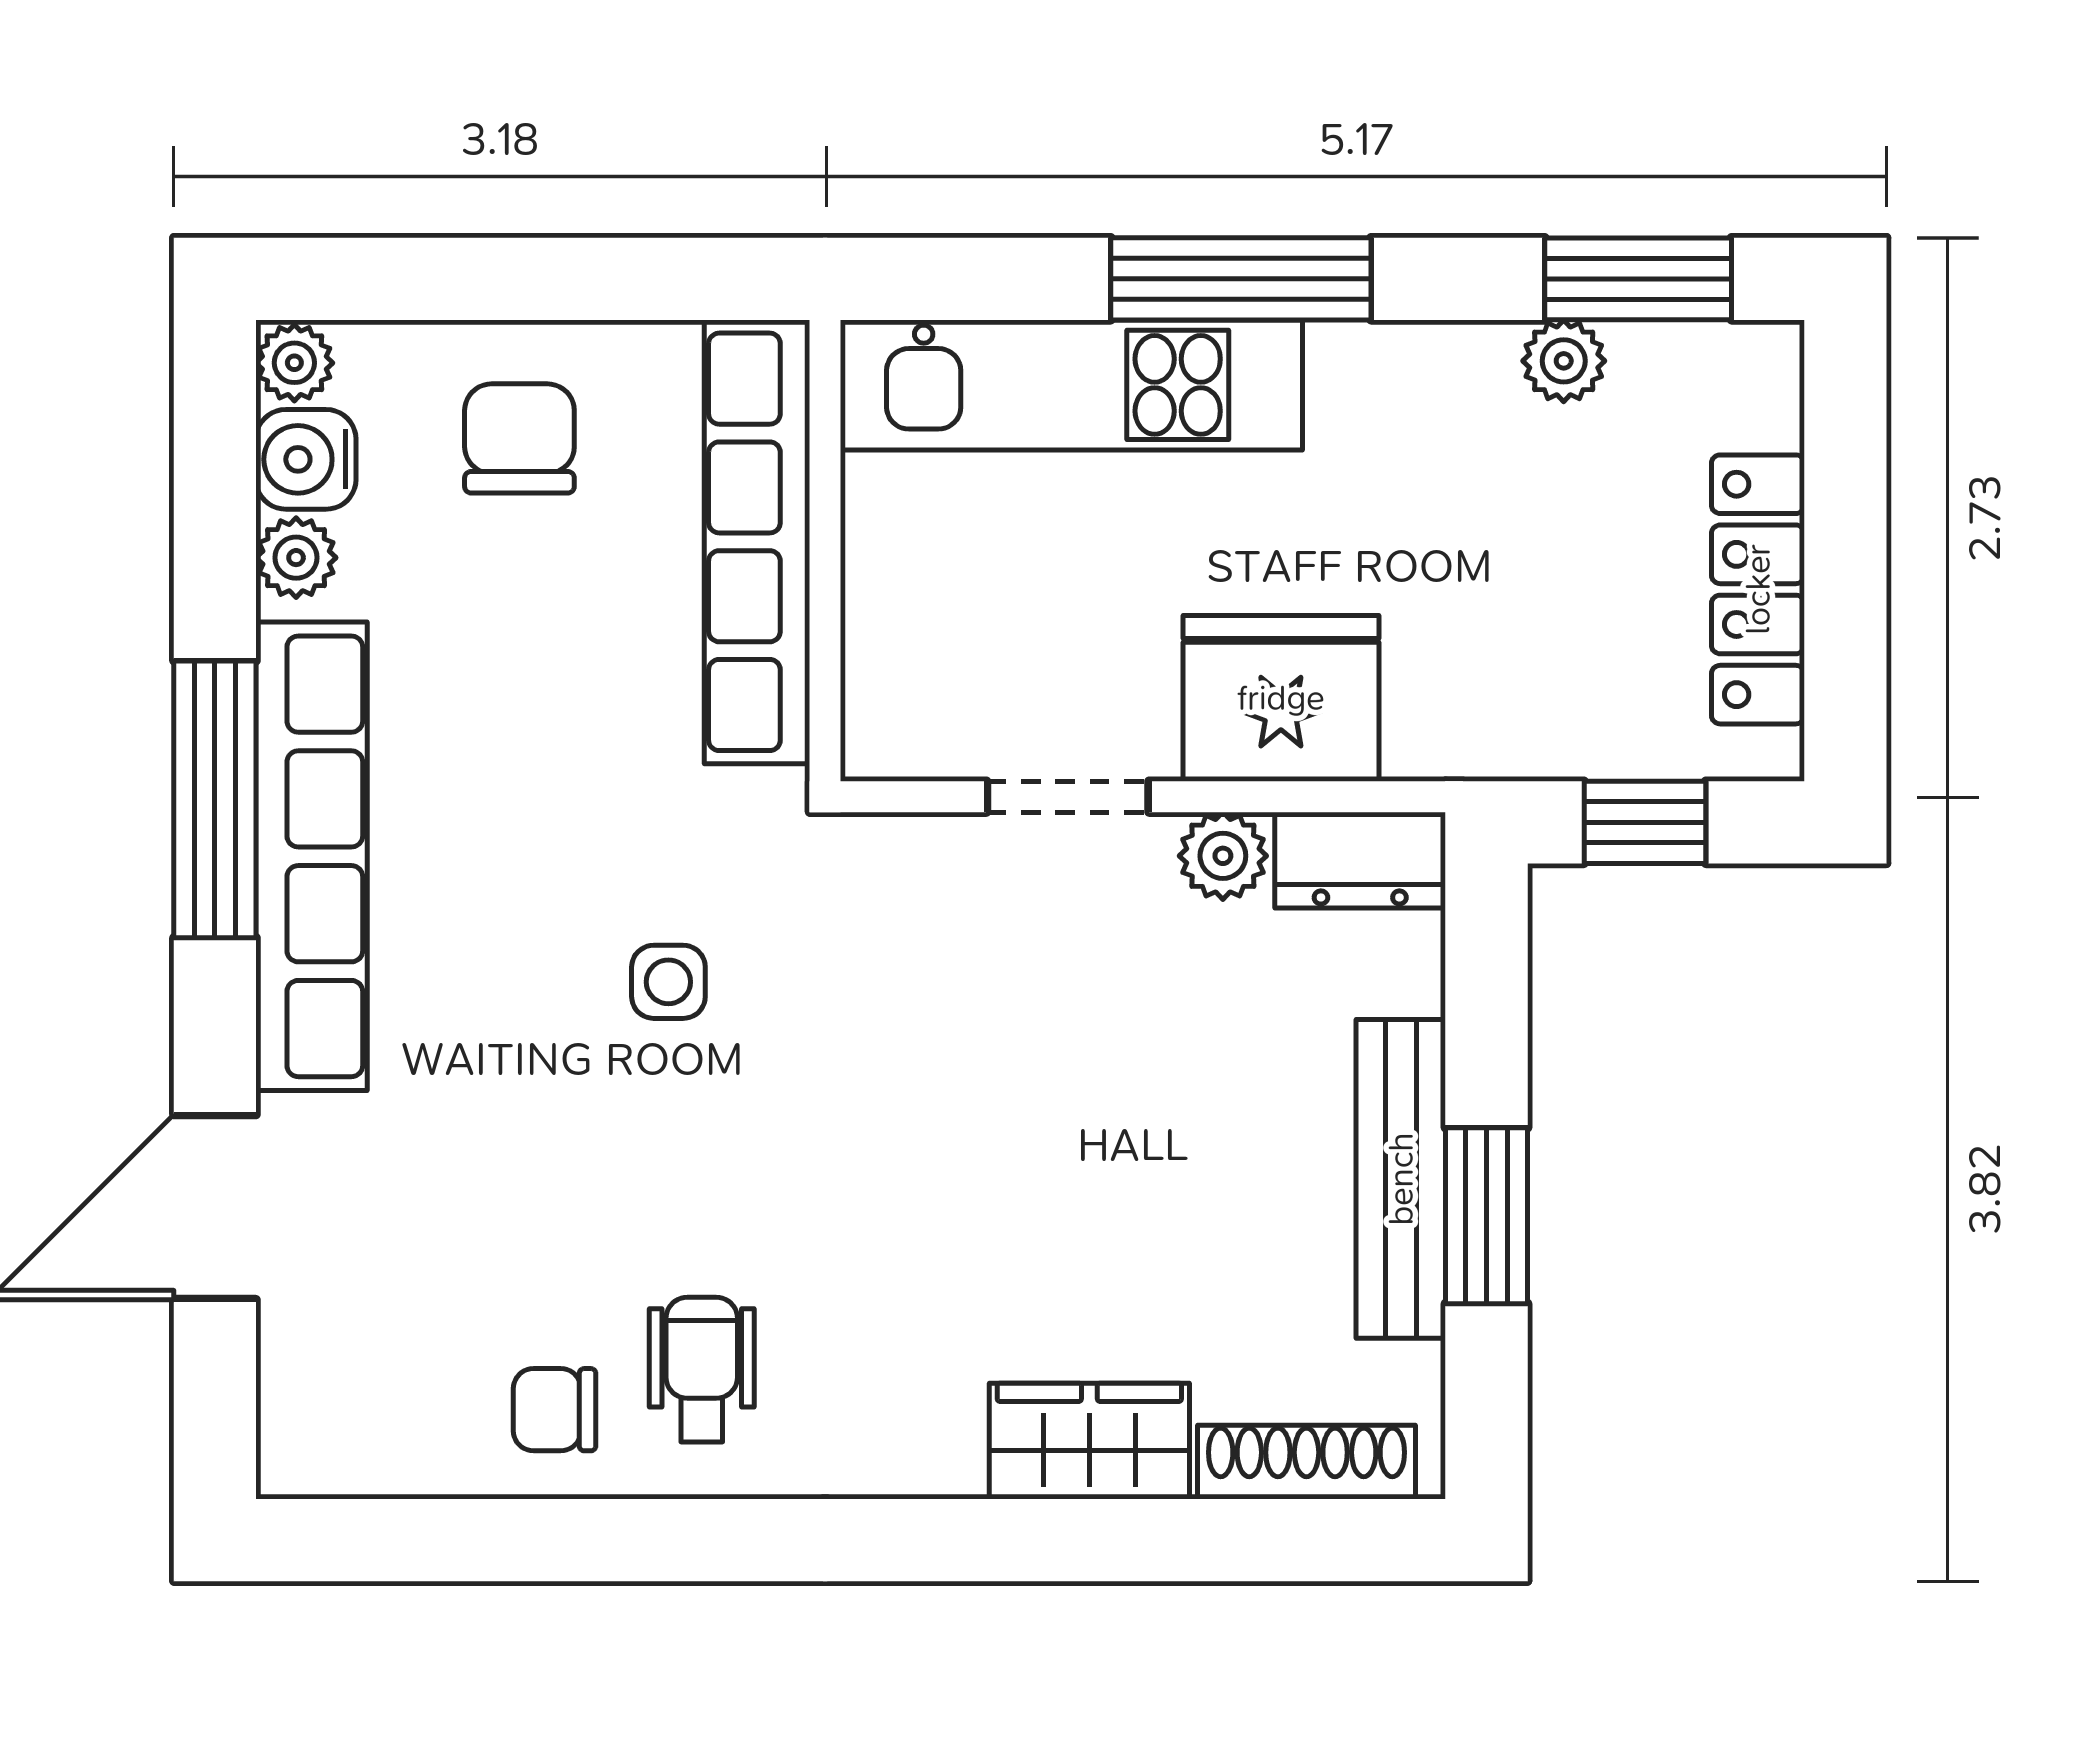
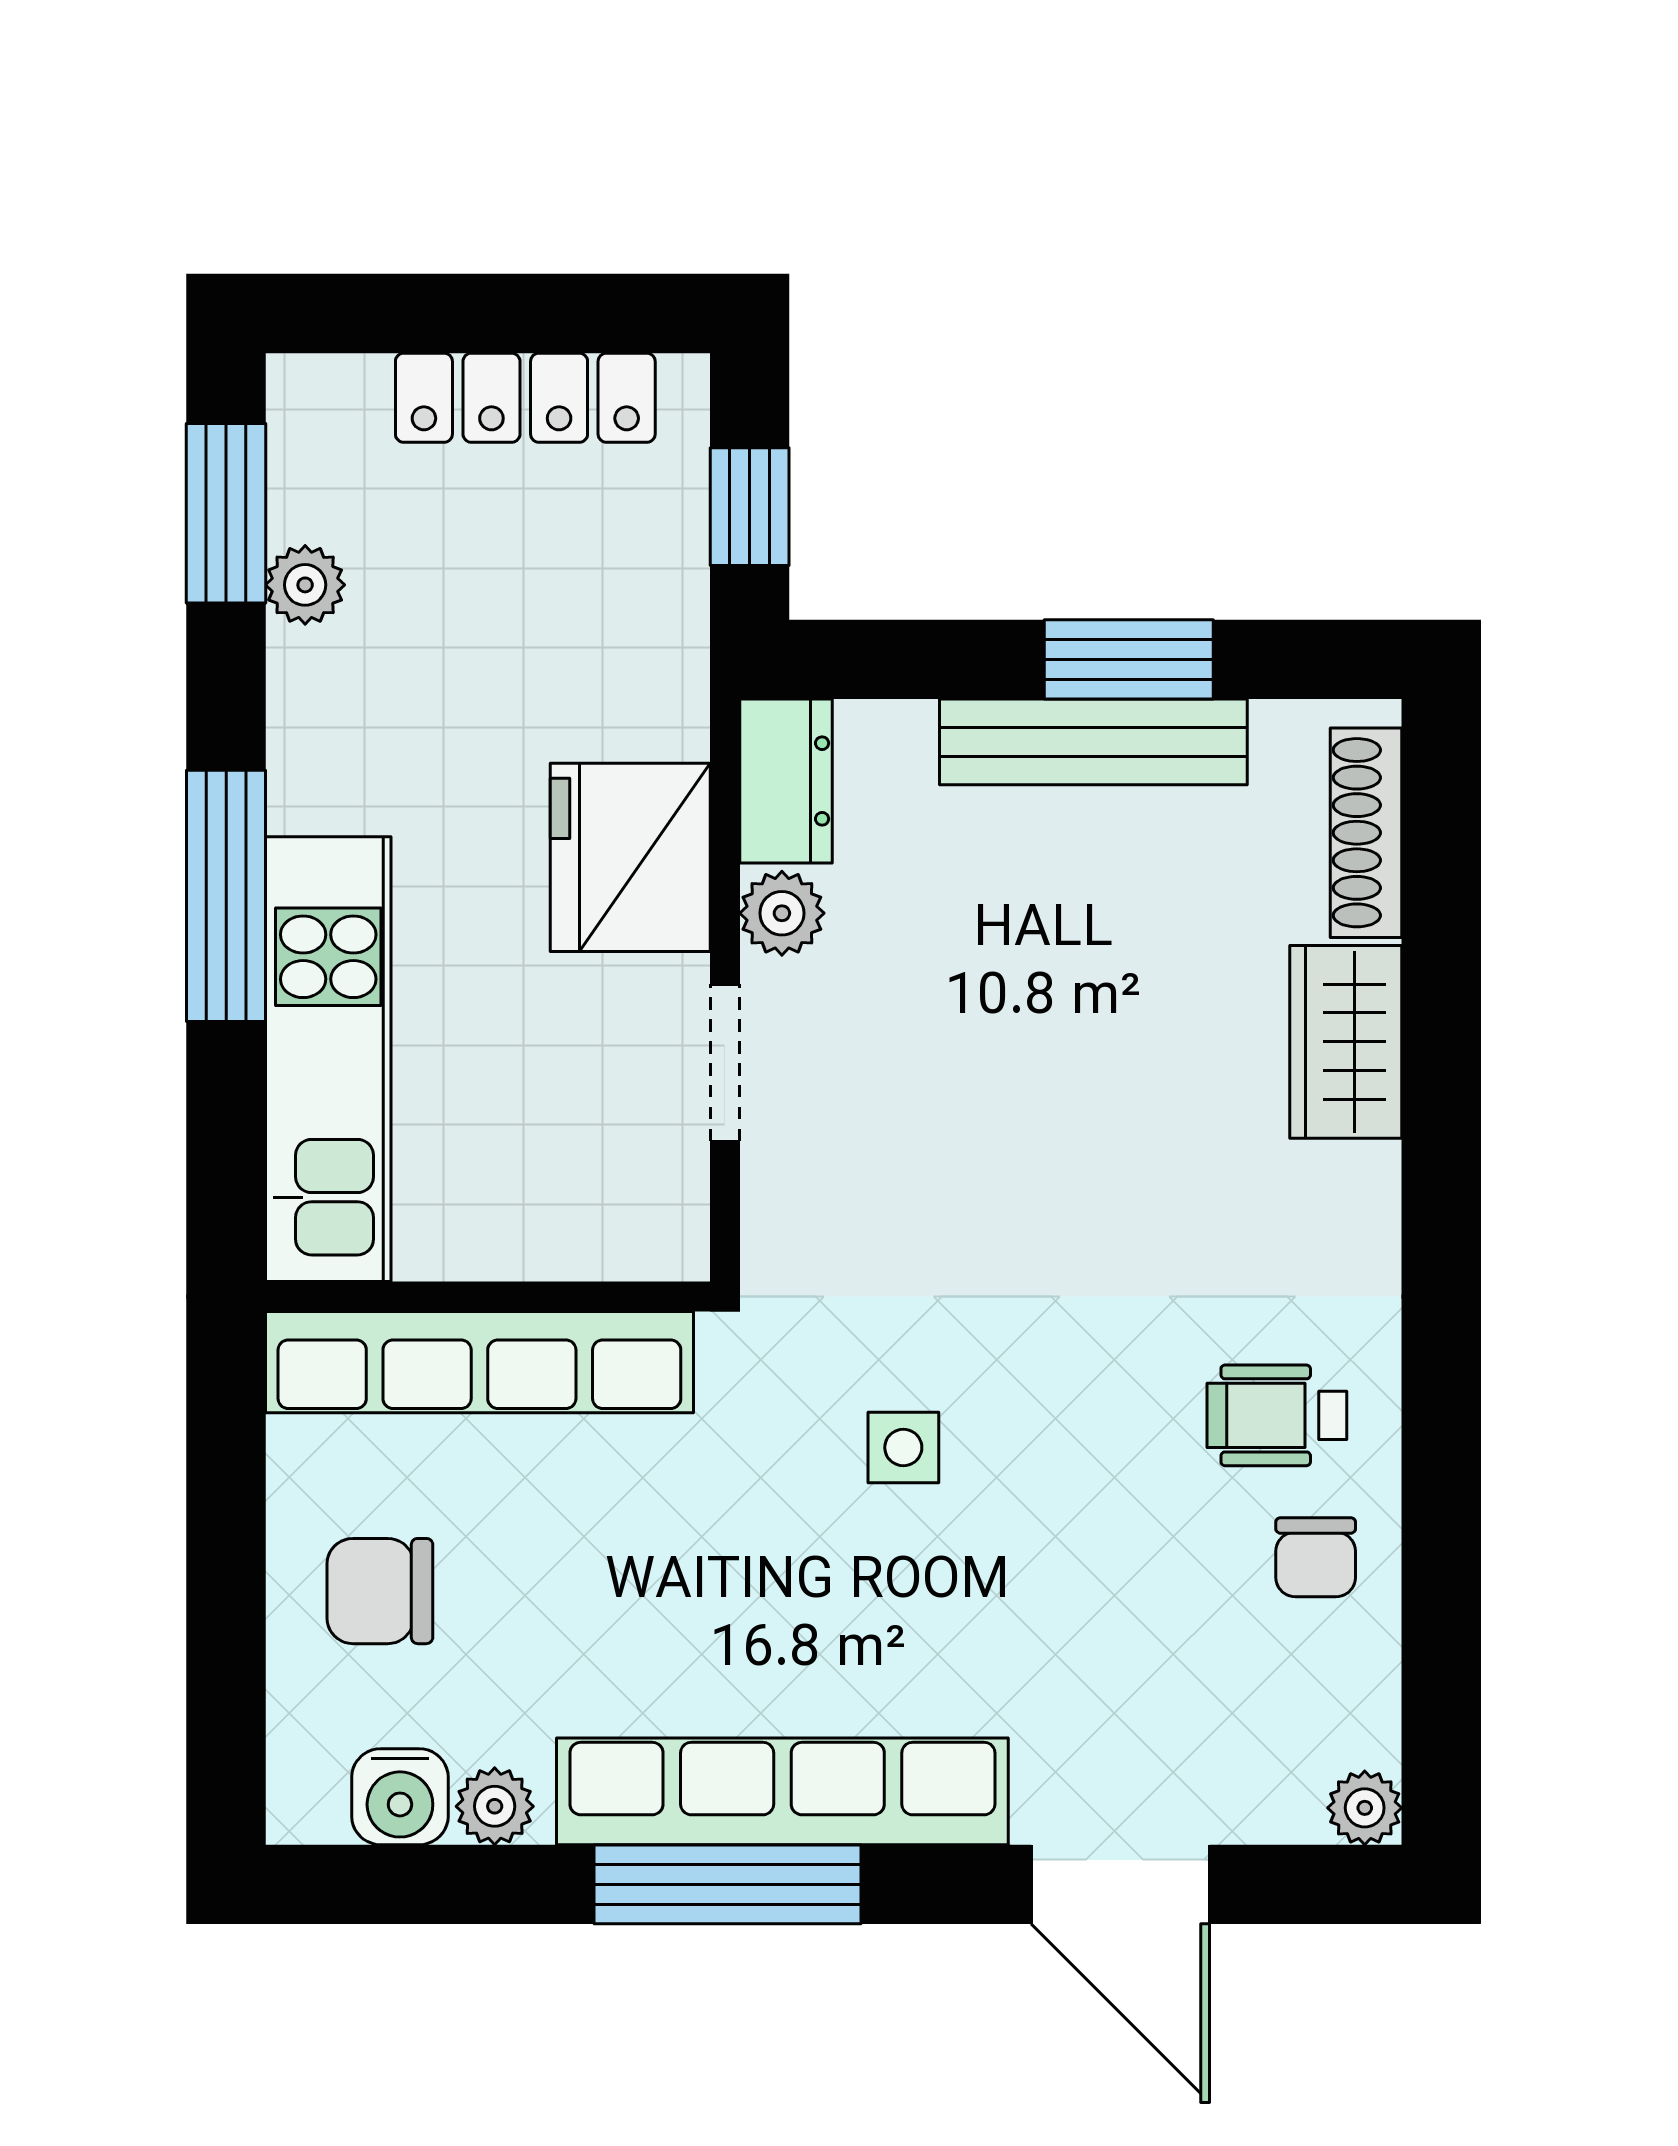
plant: (294, 363) -> (1365, 1808), moved

